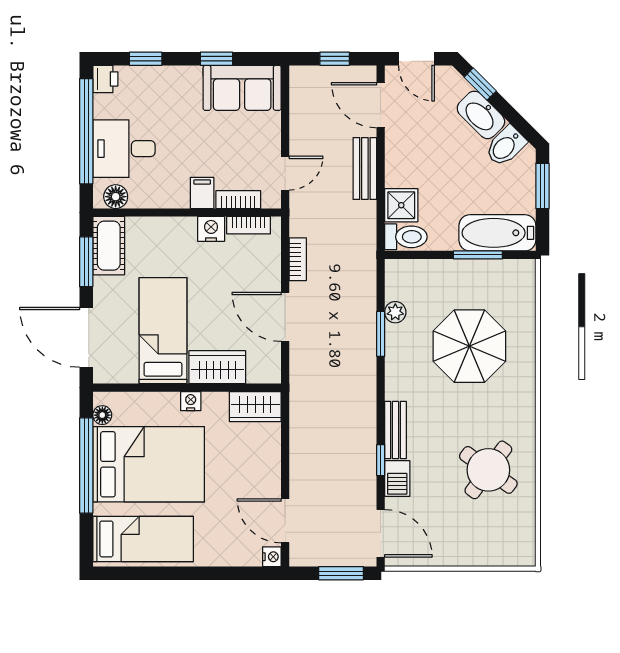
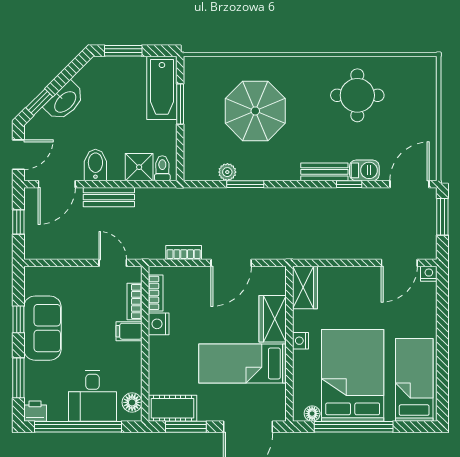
window: (146, 59) -> (18, 378), width x1.50
sofa: (242, 88) -> (42, 328), moved
bidet: (506, 146) -> (95, 165), moved, turned -135
toilet: (406, 237) -> (162, 168), width x0.73, depth x0.72
round table: (488, 470) -> (357, 95), turned -36

